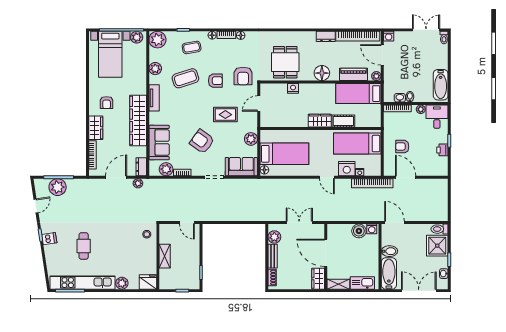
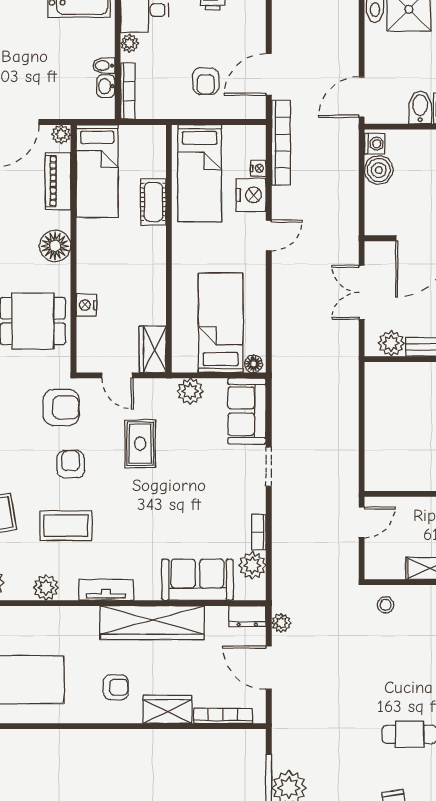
coffee table: (185, 78) -> (66, 526), turned -72
wardrobe: (320, 121) -> (153, 349), moved
armchair: (202, 141) -> (195, 492), removed

